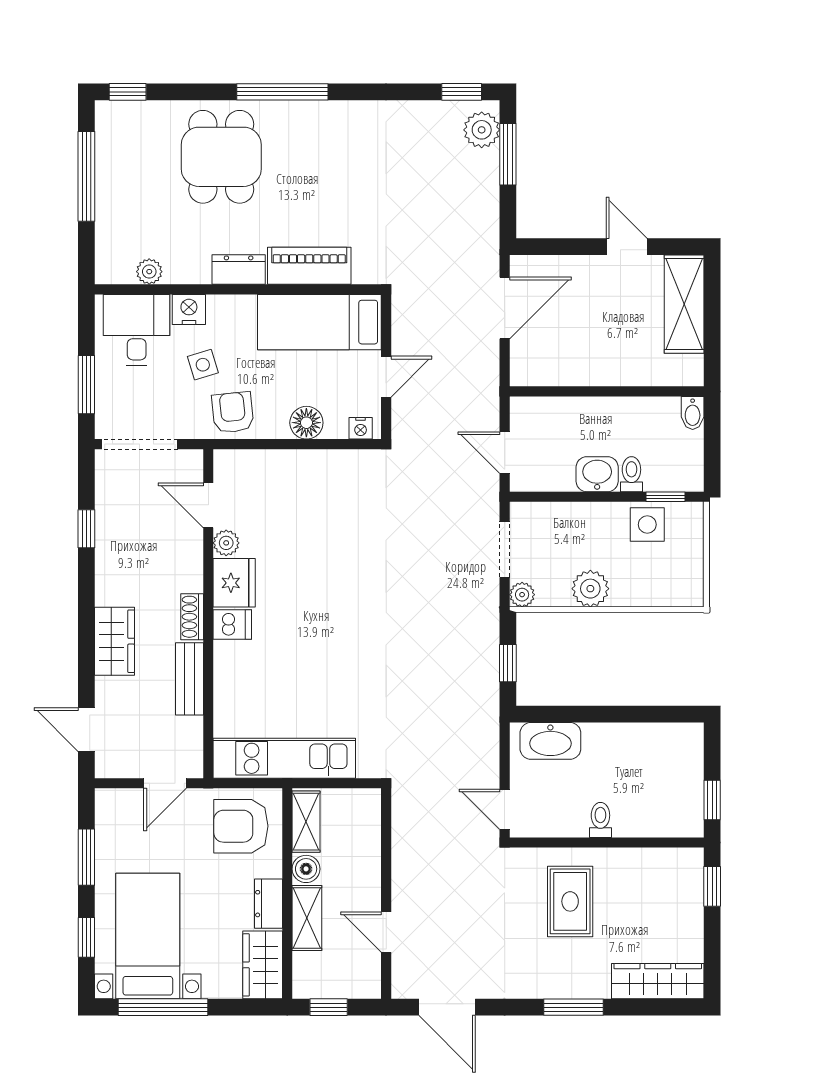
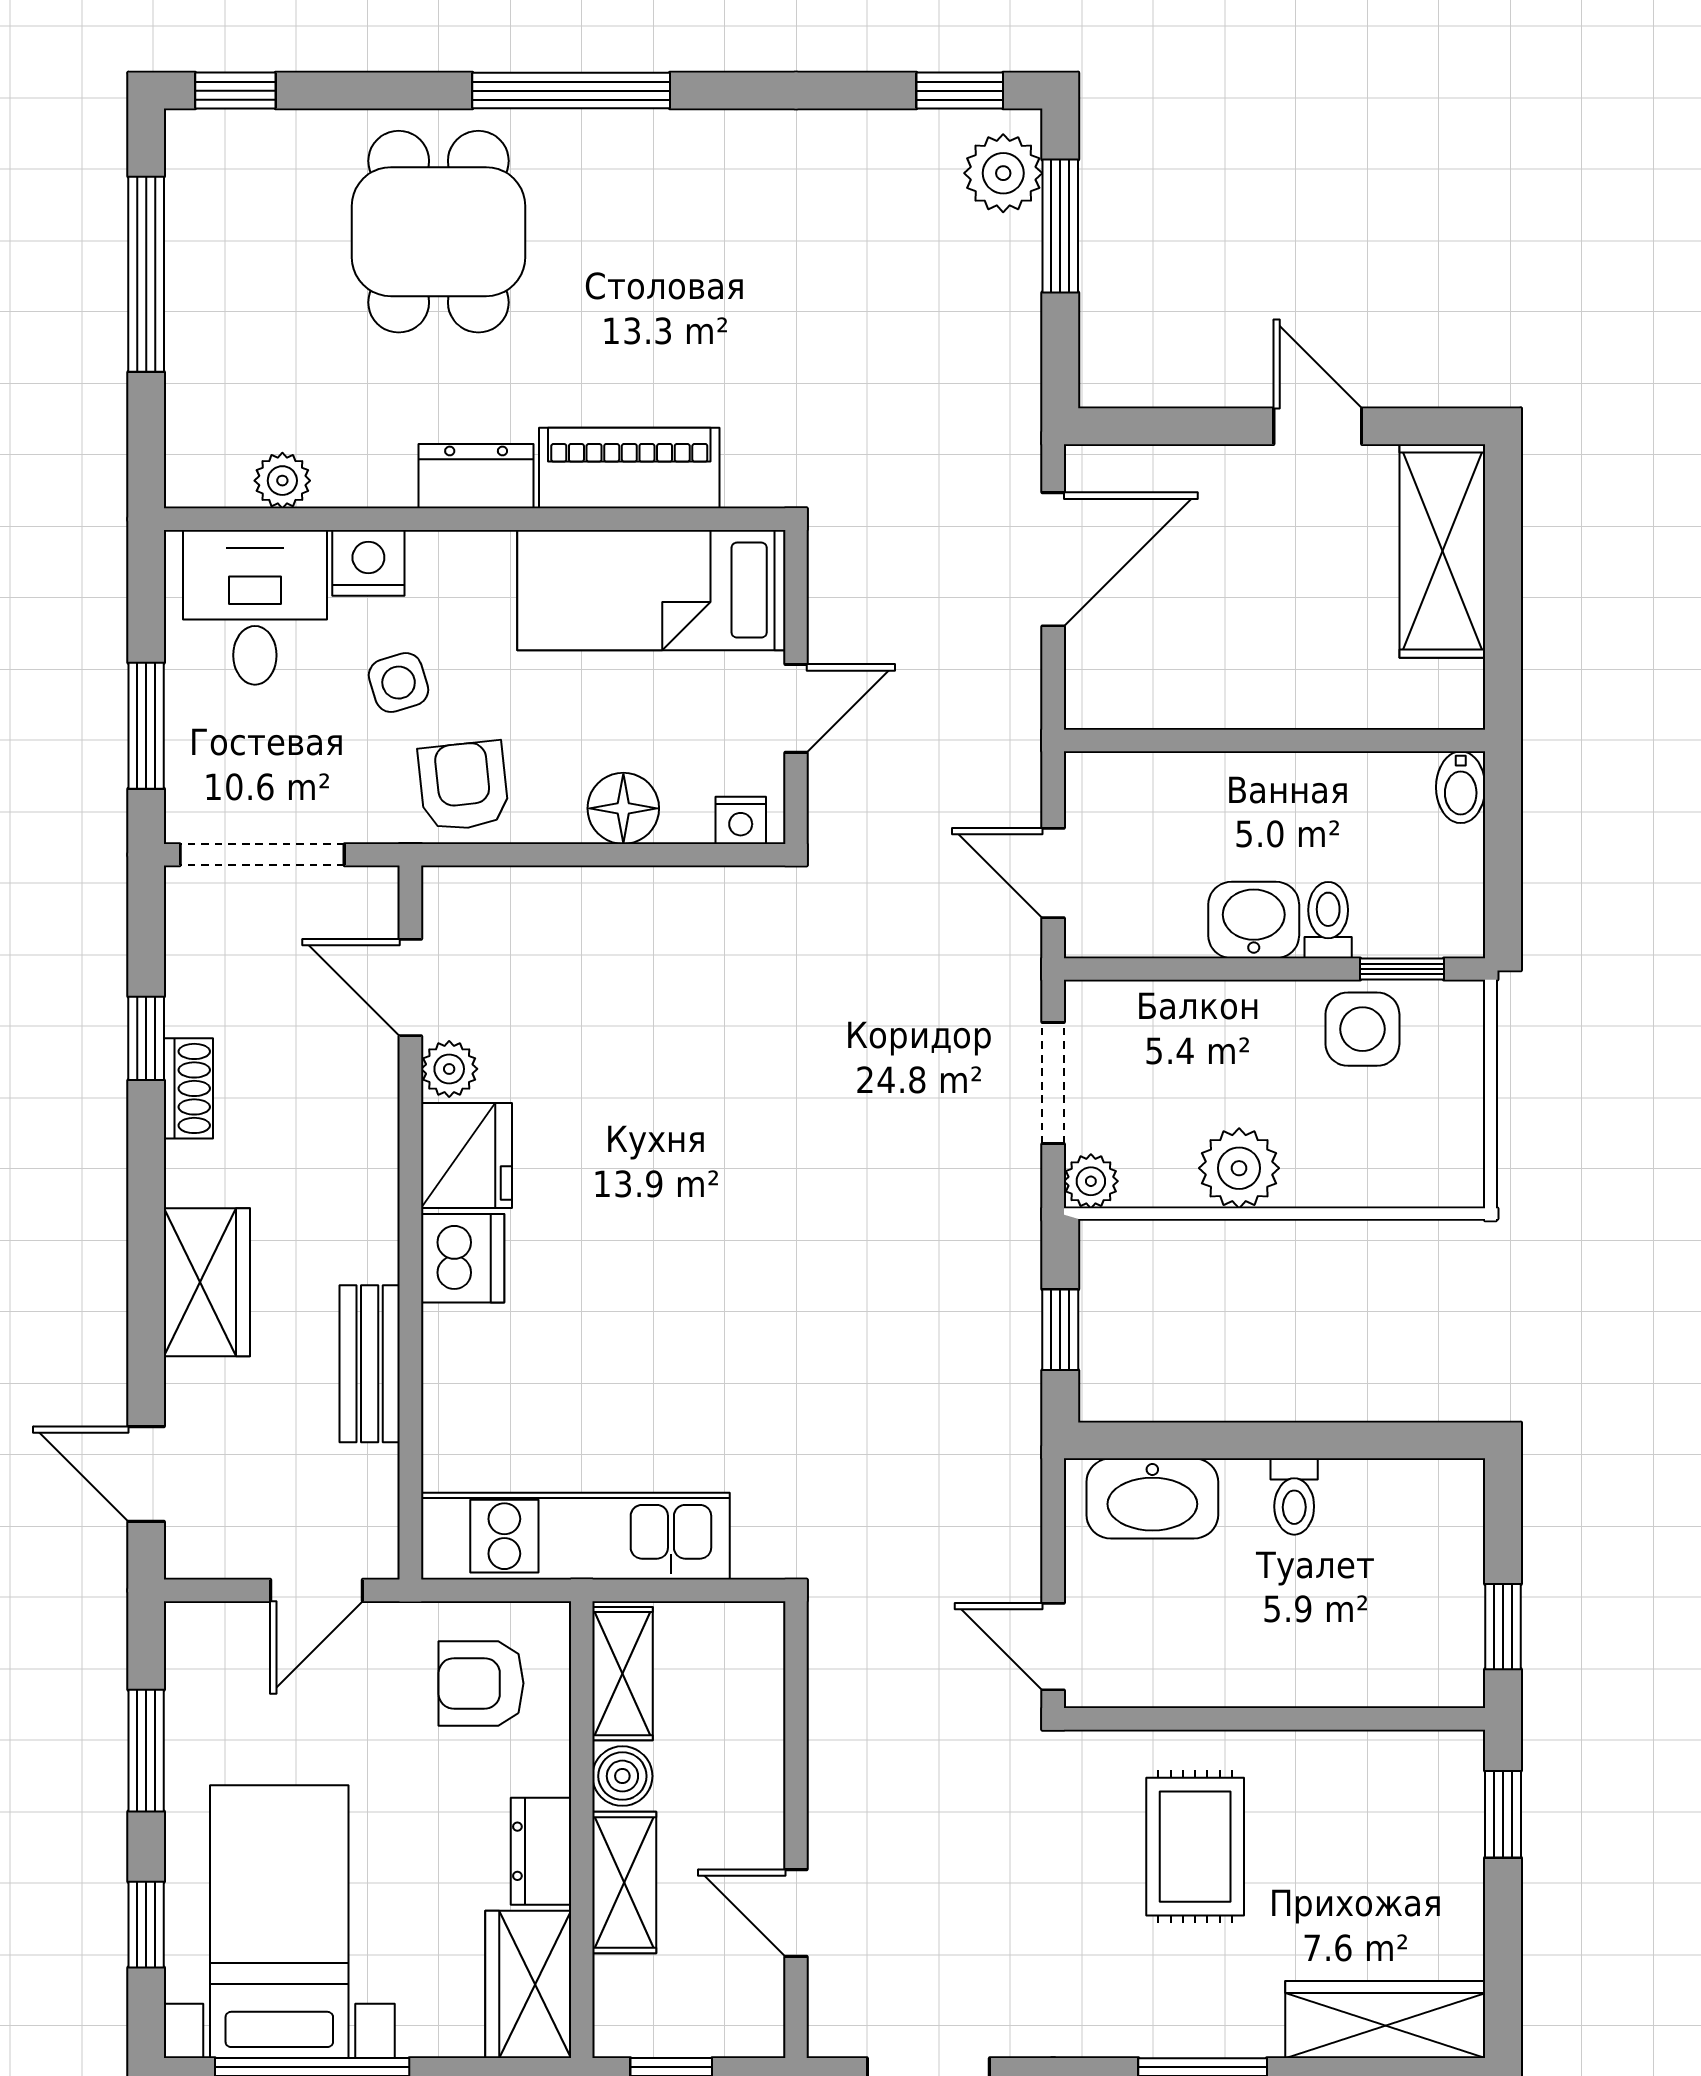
shoe rack: (192, 617) -> (188, 1088), moved, turned 180
dishwasher: (232, 625) -> (463, 1258), width x1.38
toilet: (600, 820) -> (1294, 1496), moved, turned 180
armchair: (241, 826) -> (481, 1683), width x0.72, depth x0.72

